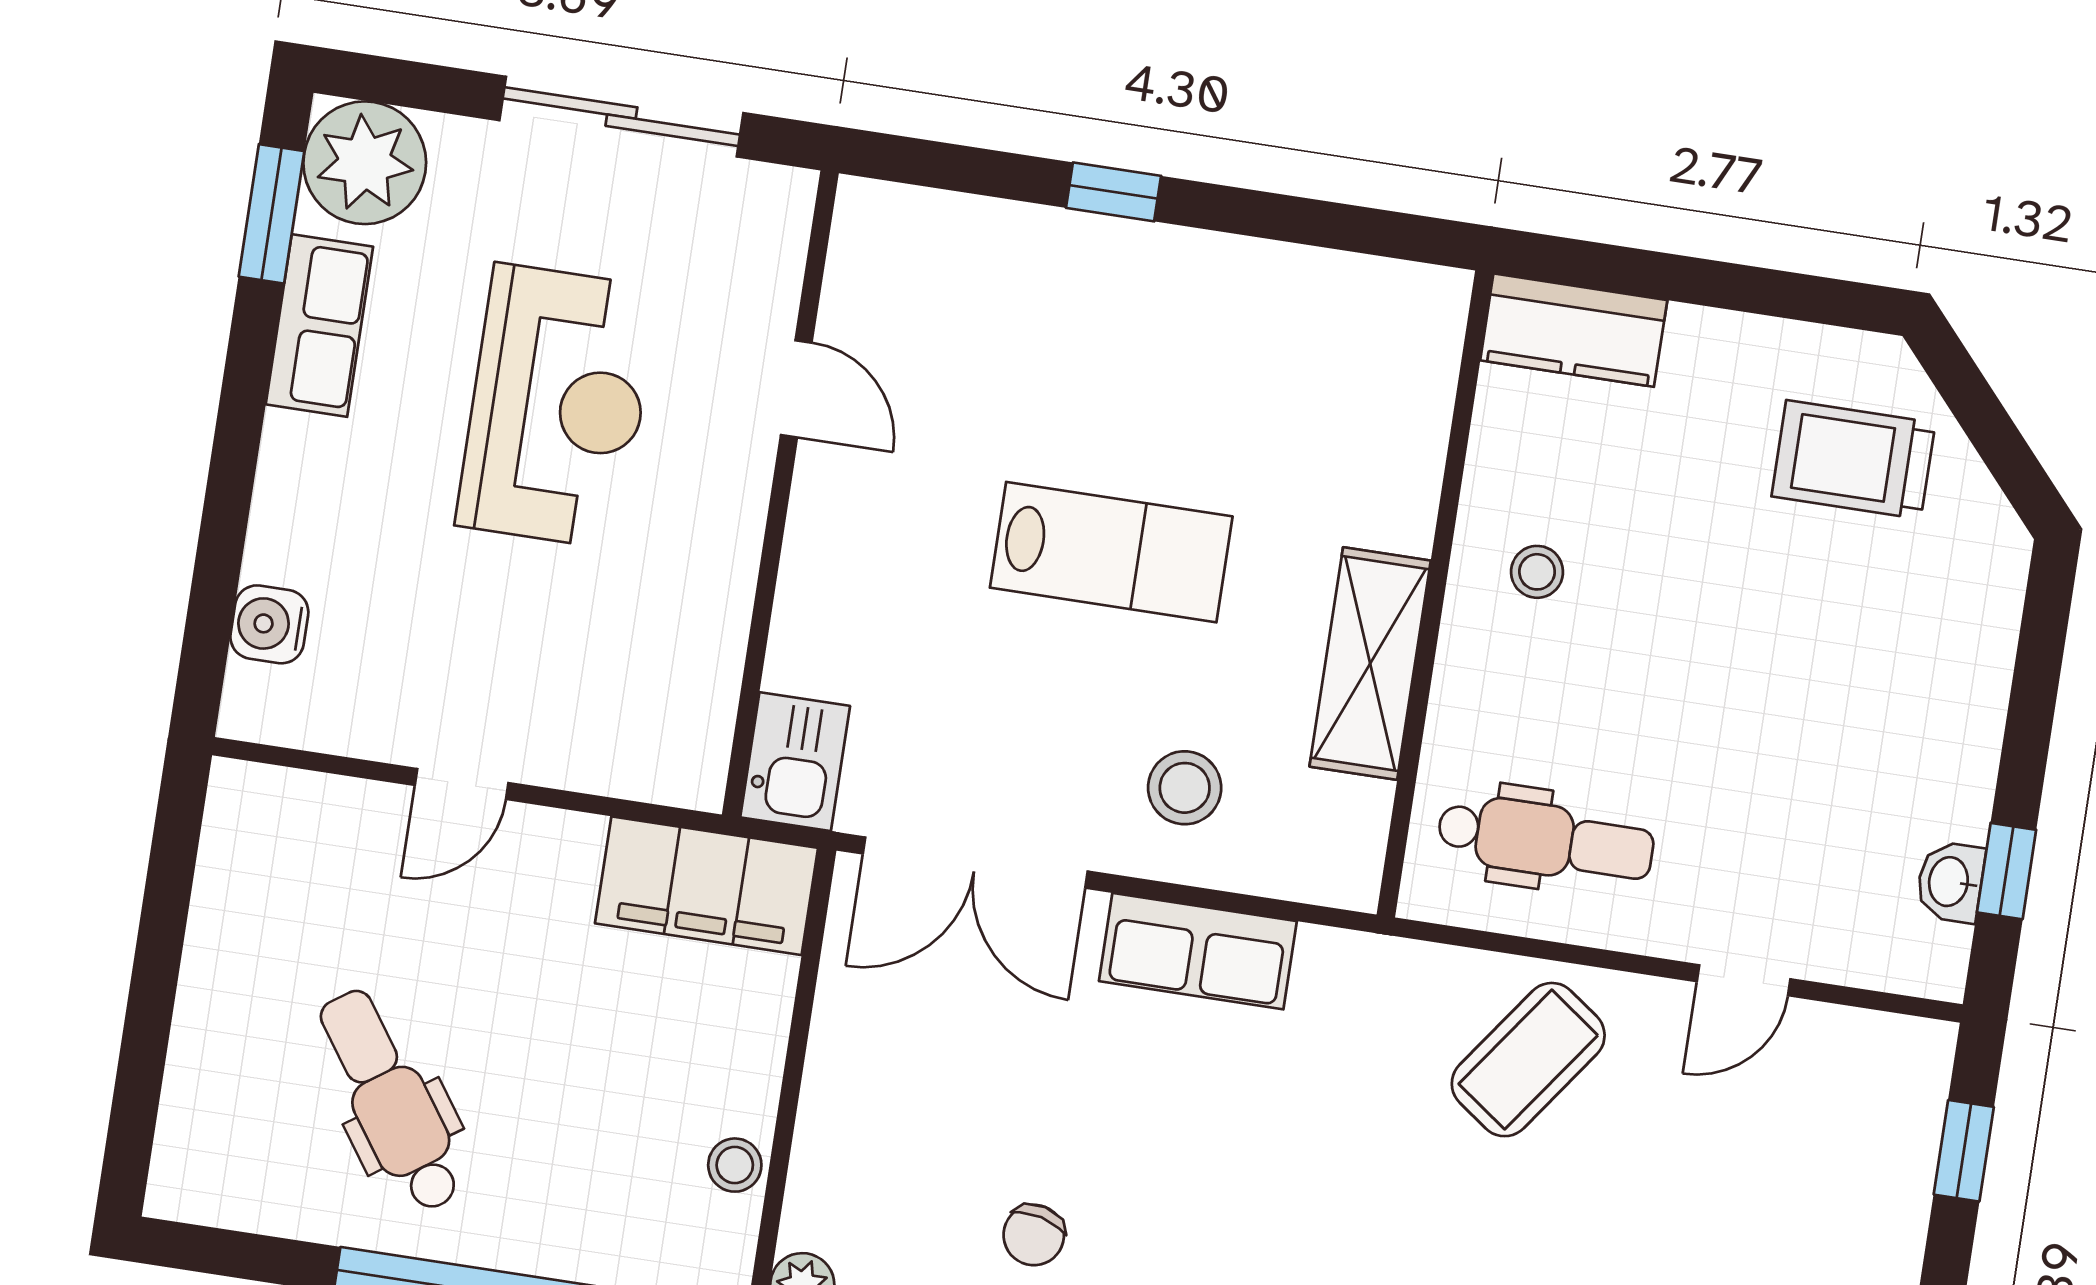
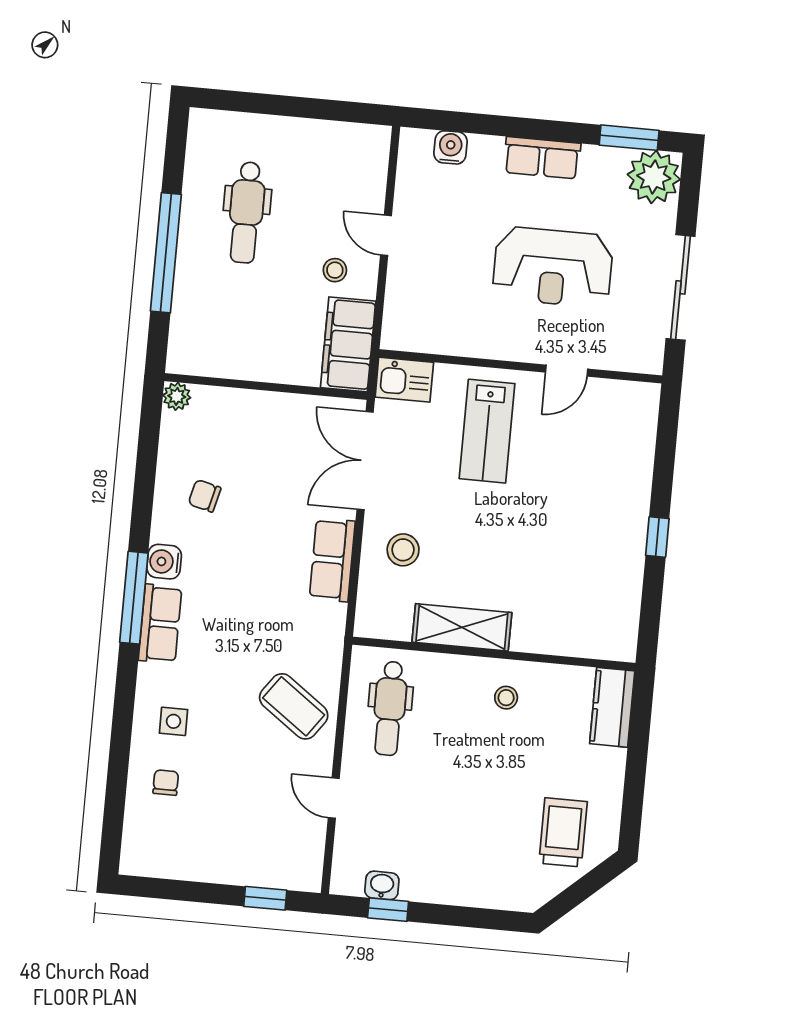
window: (1114, 192) -> (657, 537), moved
row of seats: (319, 326) -> (542, 158), moved
lab bench: (1111, 552) -> (487, 431), moved
dental chair: (391, 1101) -> (246, 212), turned 125
stool: (735, 1165) -> (335, 270), moved

